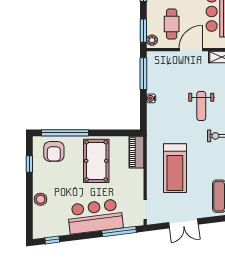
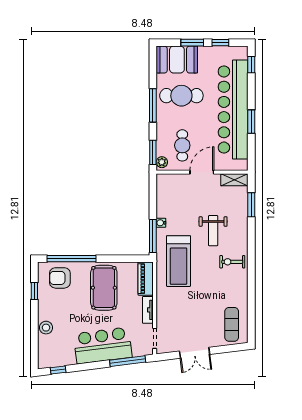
window: (143, 74) -> (153, 236), moved
armchair: (54, 151) -> (60, 278), turned 90
treadmill: (175, 168) -> (179, 261), moved
tv unit: (139, 182) -> (148, 310), added

